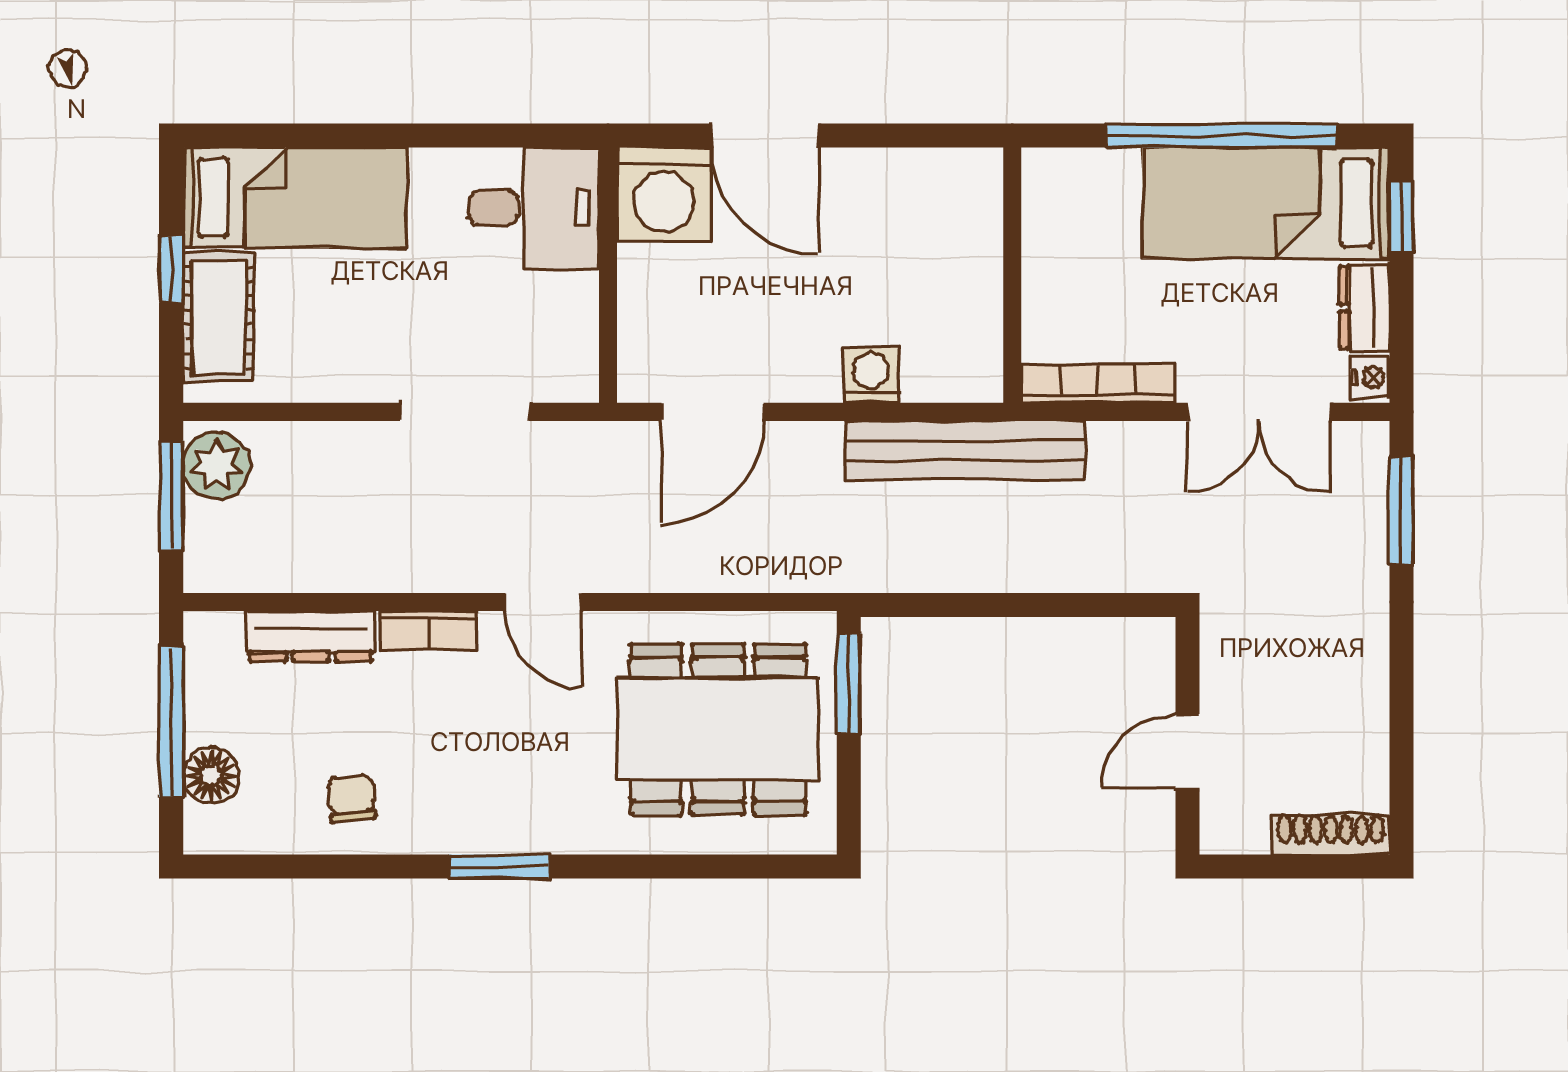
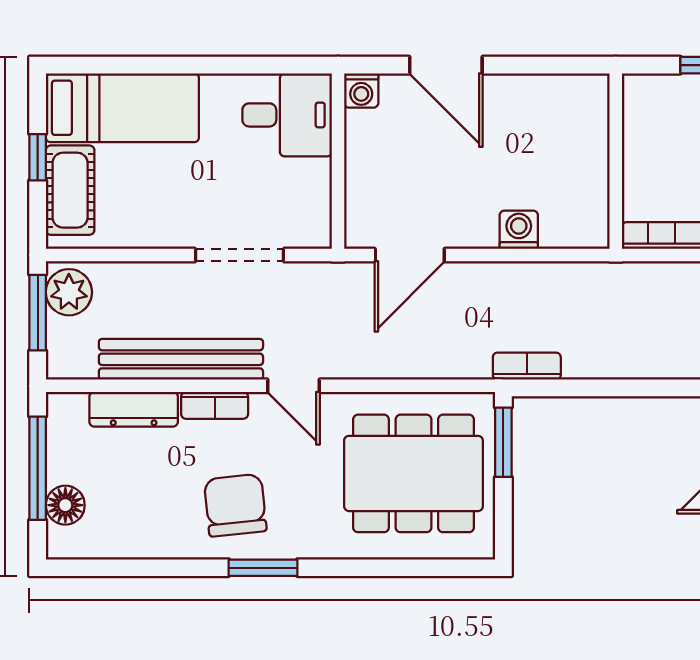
washing machine: (664, 194) -> (361, 90), width x0.53, depth x0.53
bench: (965, 450) -> (181, 359), moved
bookcase: (883, 573) -> (527, 366), added
chair: (351, 799) -> (235, 505), moved, width x1.87, depth x1.87

